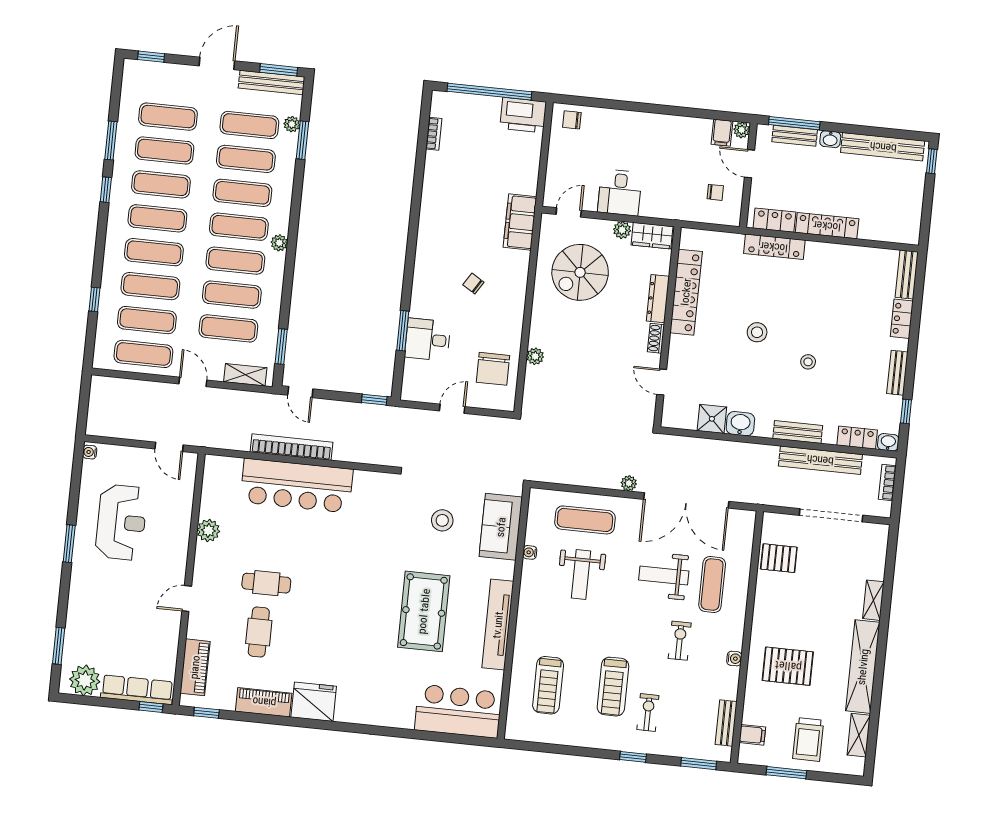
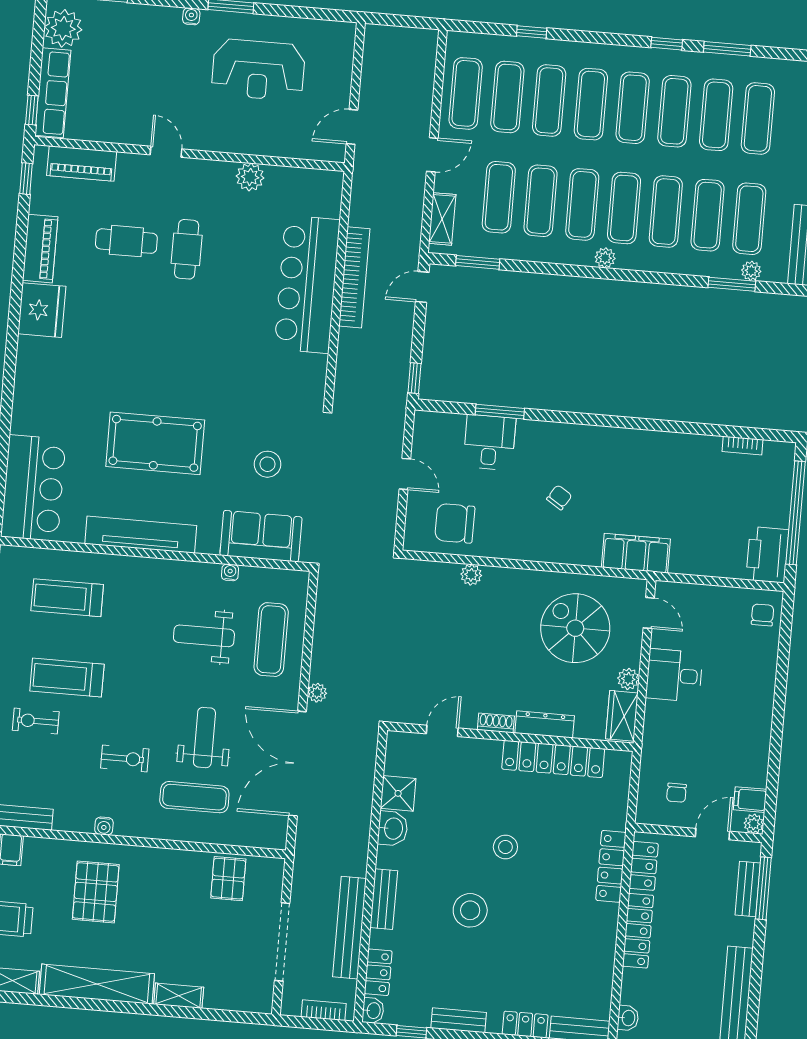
washbasin: (830, 139) -> (628, 1018), moved, turned 180
stool: (808, 362) -> (470, 910), width x1.89, depth x1.89
water cooler: (90, 452) -> (191, 16), moved
exercise bike: (648, 713) -> (36, 721), turned 180

